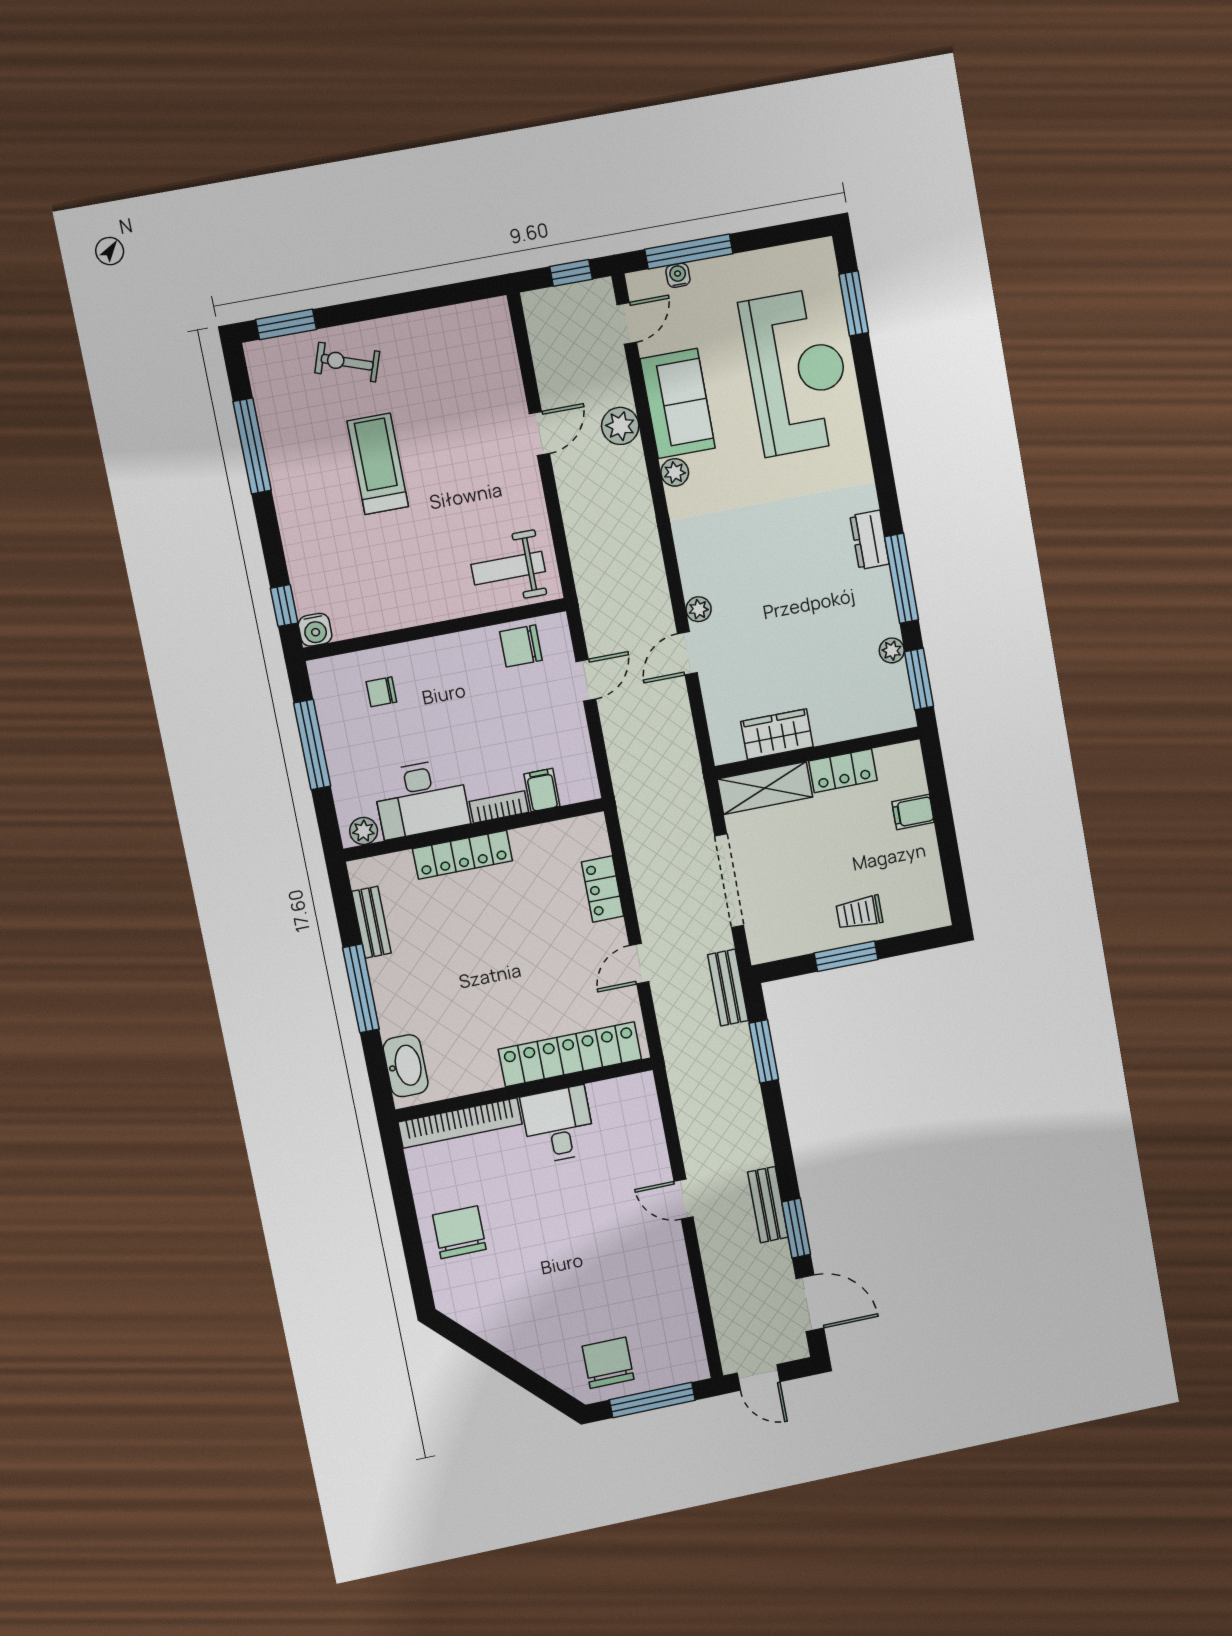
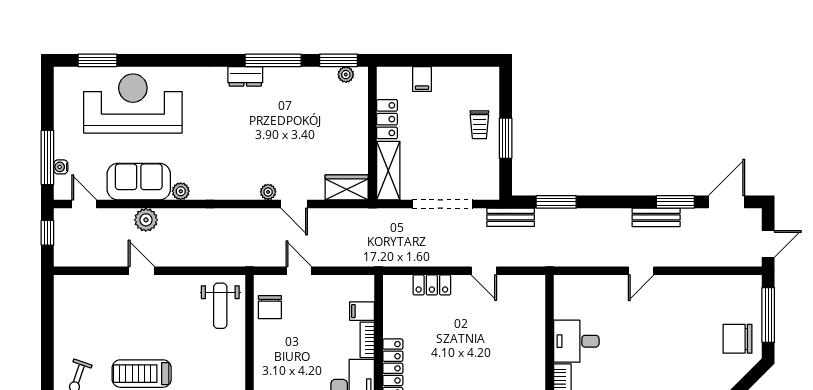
plant: (892, 650) -> (346, 75), moved
wardrobe: (777, 734) -> (347, 187), moved, turned 90
locker: (570, 1054) -> (533, 325), removed

